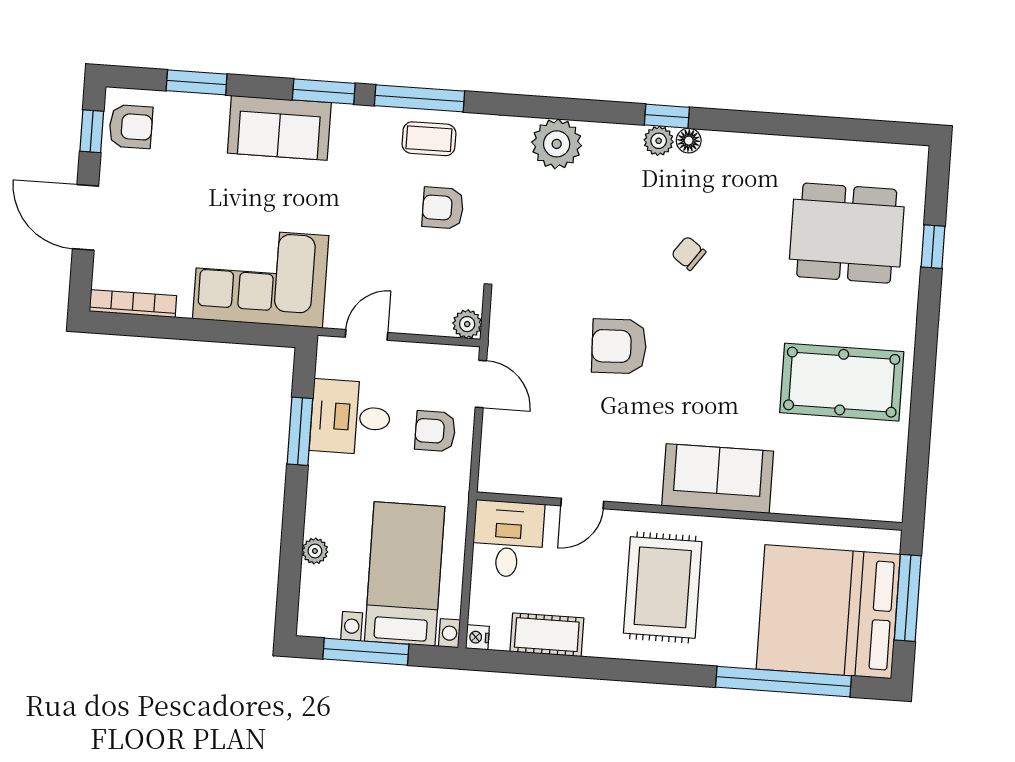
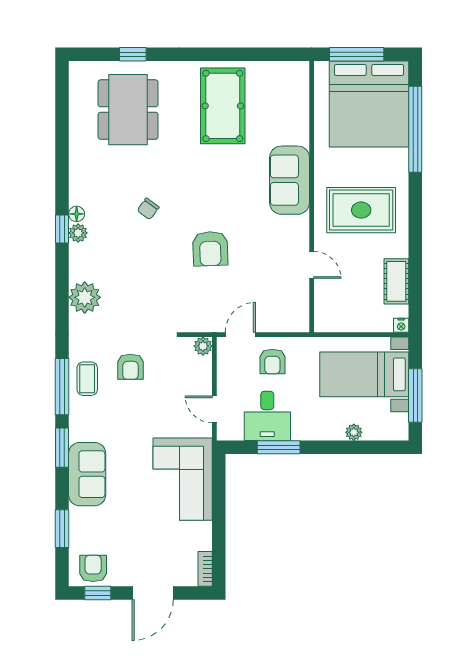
bookcase: (133, 304) -> (205, 569), width x0.64
desk: (508, 539) -> (337, 310), removed

